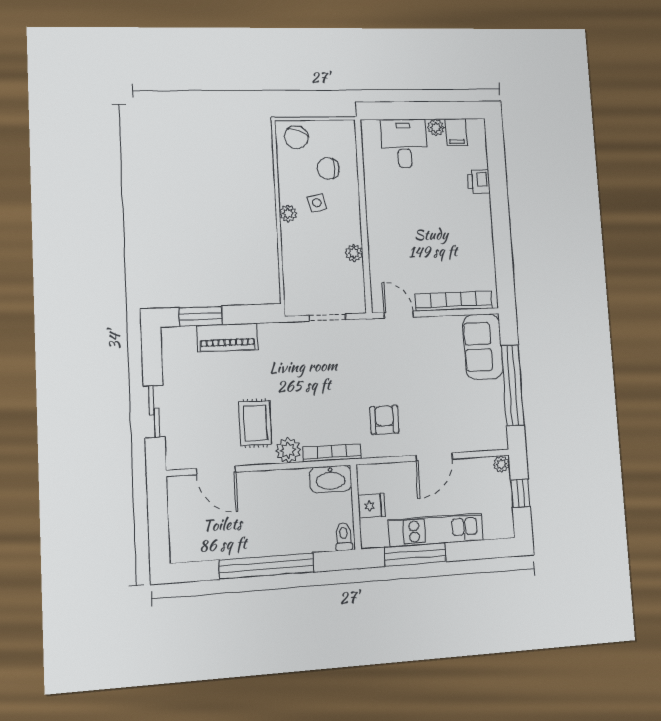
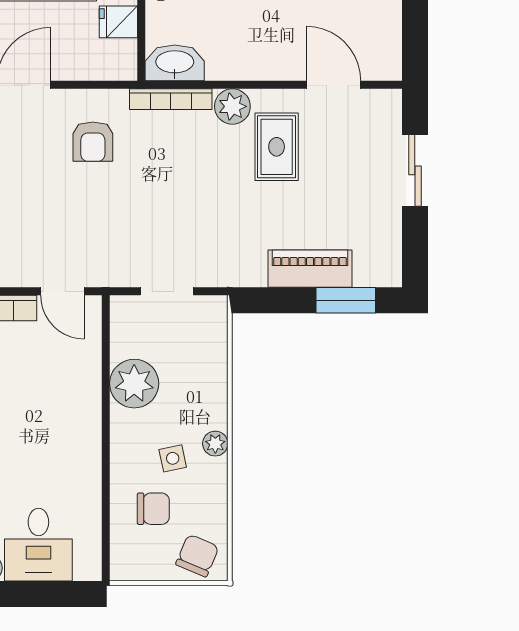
plant: (354, 253) -> (134, 384), width x1.87, depth x1.87

